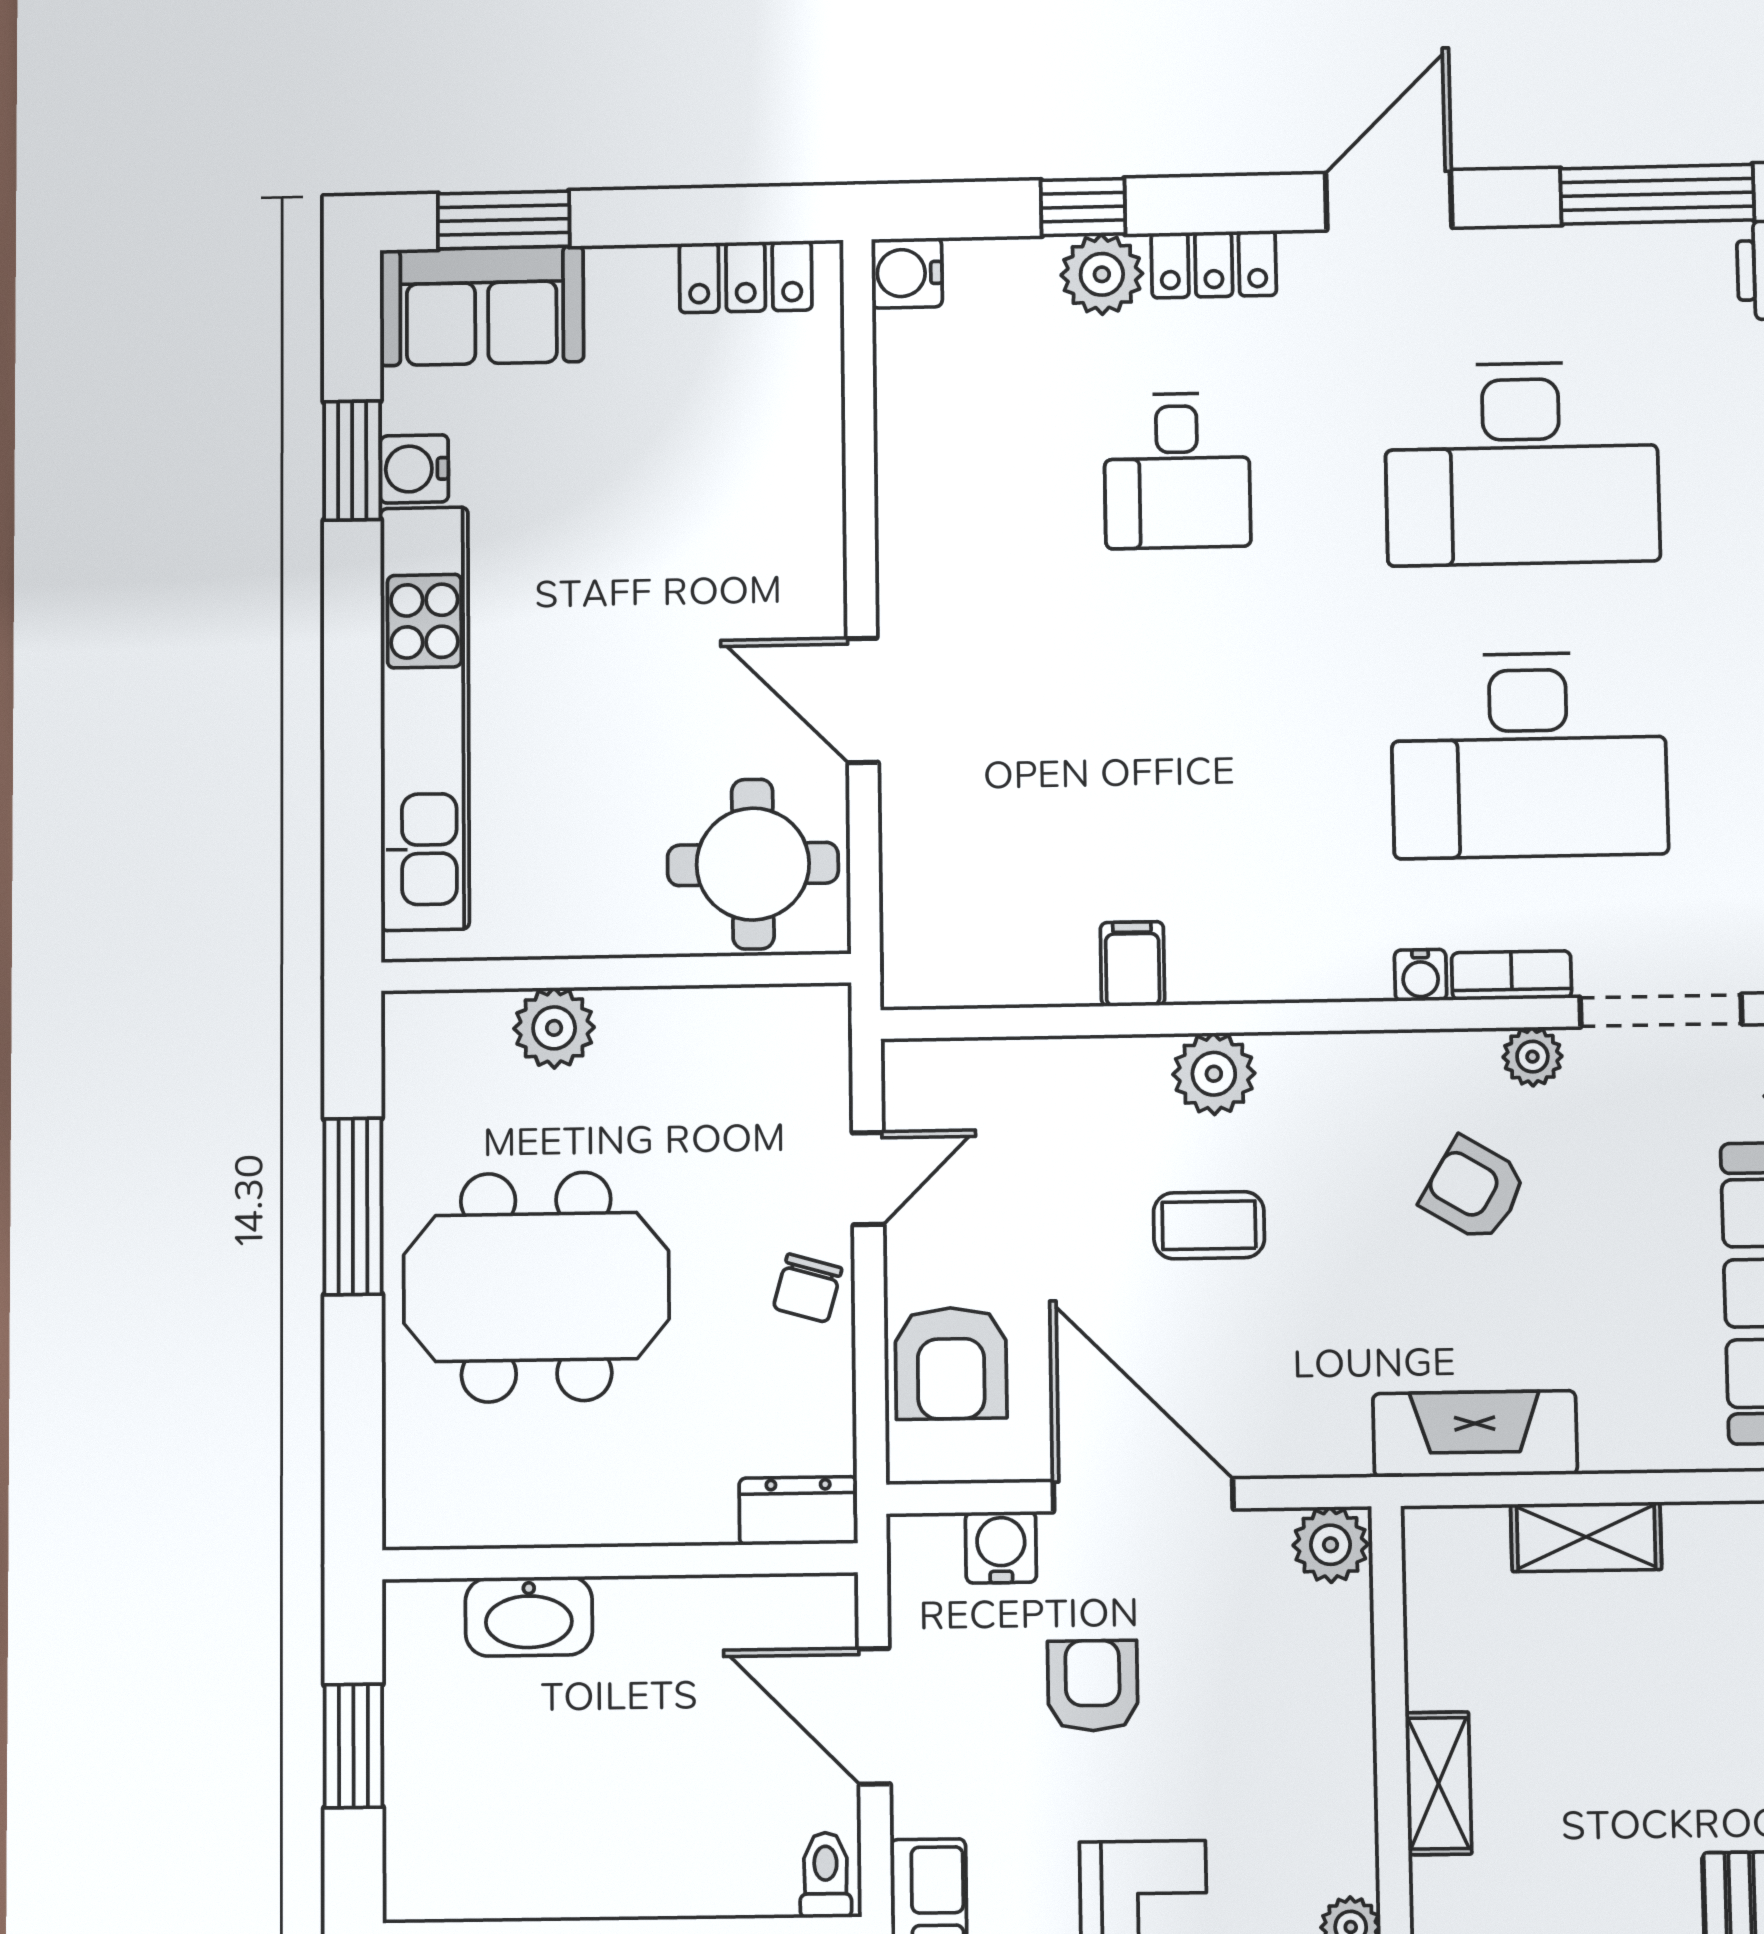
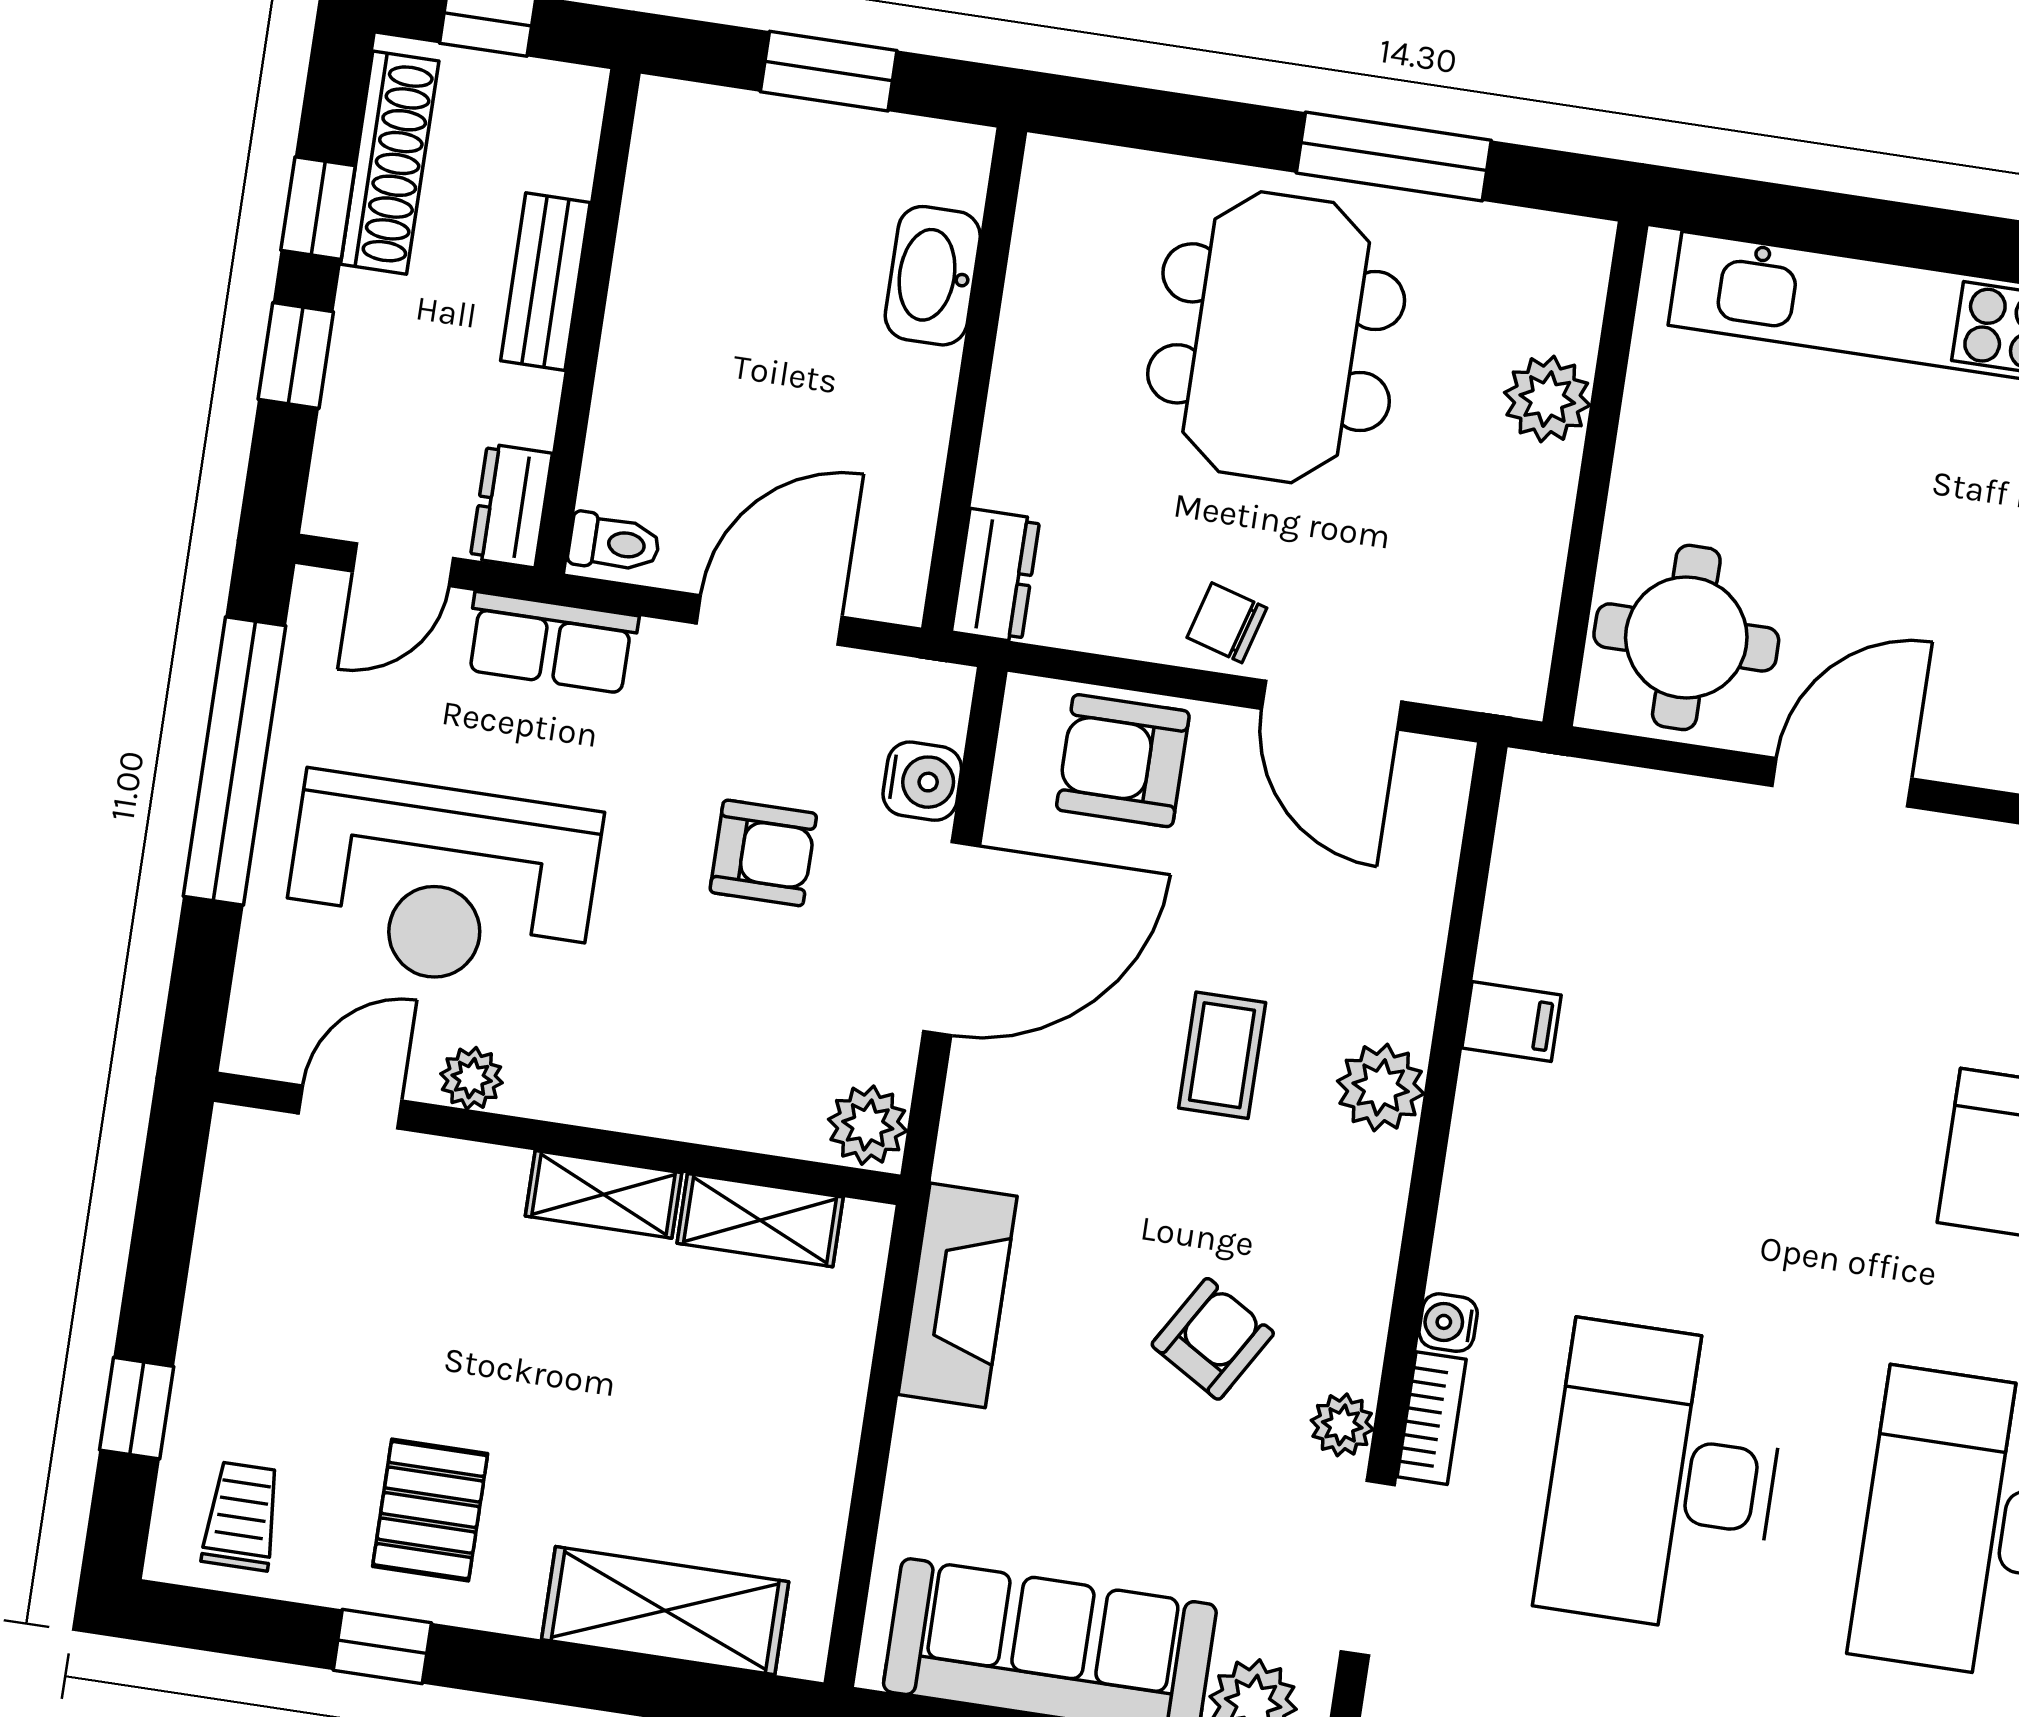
door: (868, 1179) -> (1332, 705), width x1.38
shelving: (1586, 1537) -> (760, 1220), moved, turned 90

